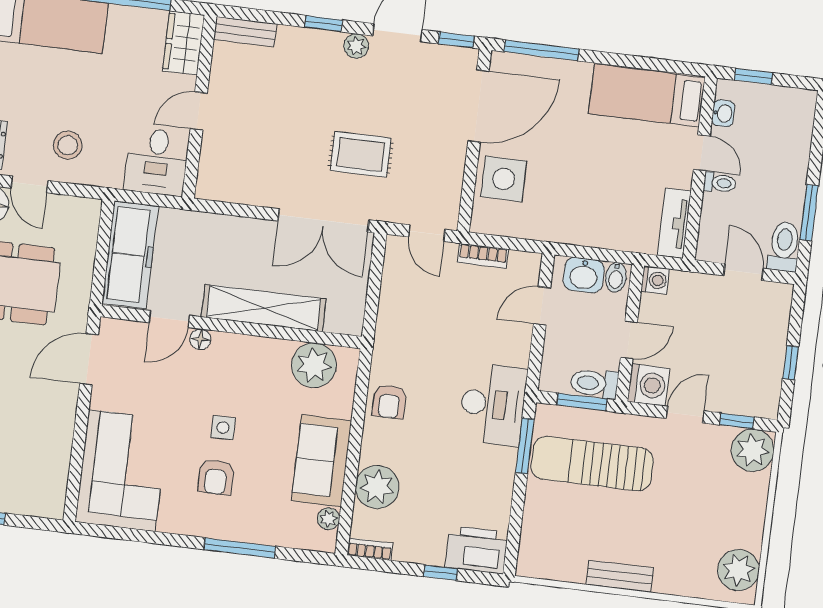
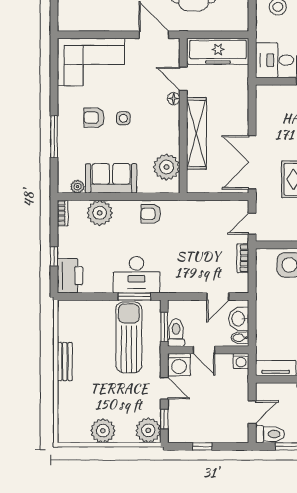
door: (542, 306) -> (218, 297), swing flipped
desk: (493, 404) -> (136, 275), moved
plant: (738, 570) -> (103, 431), moved

